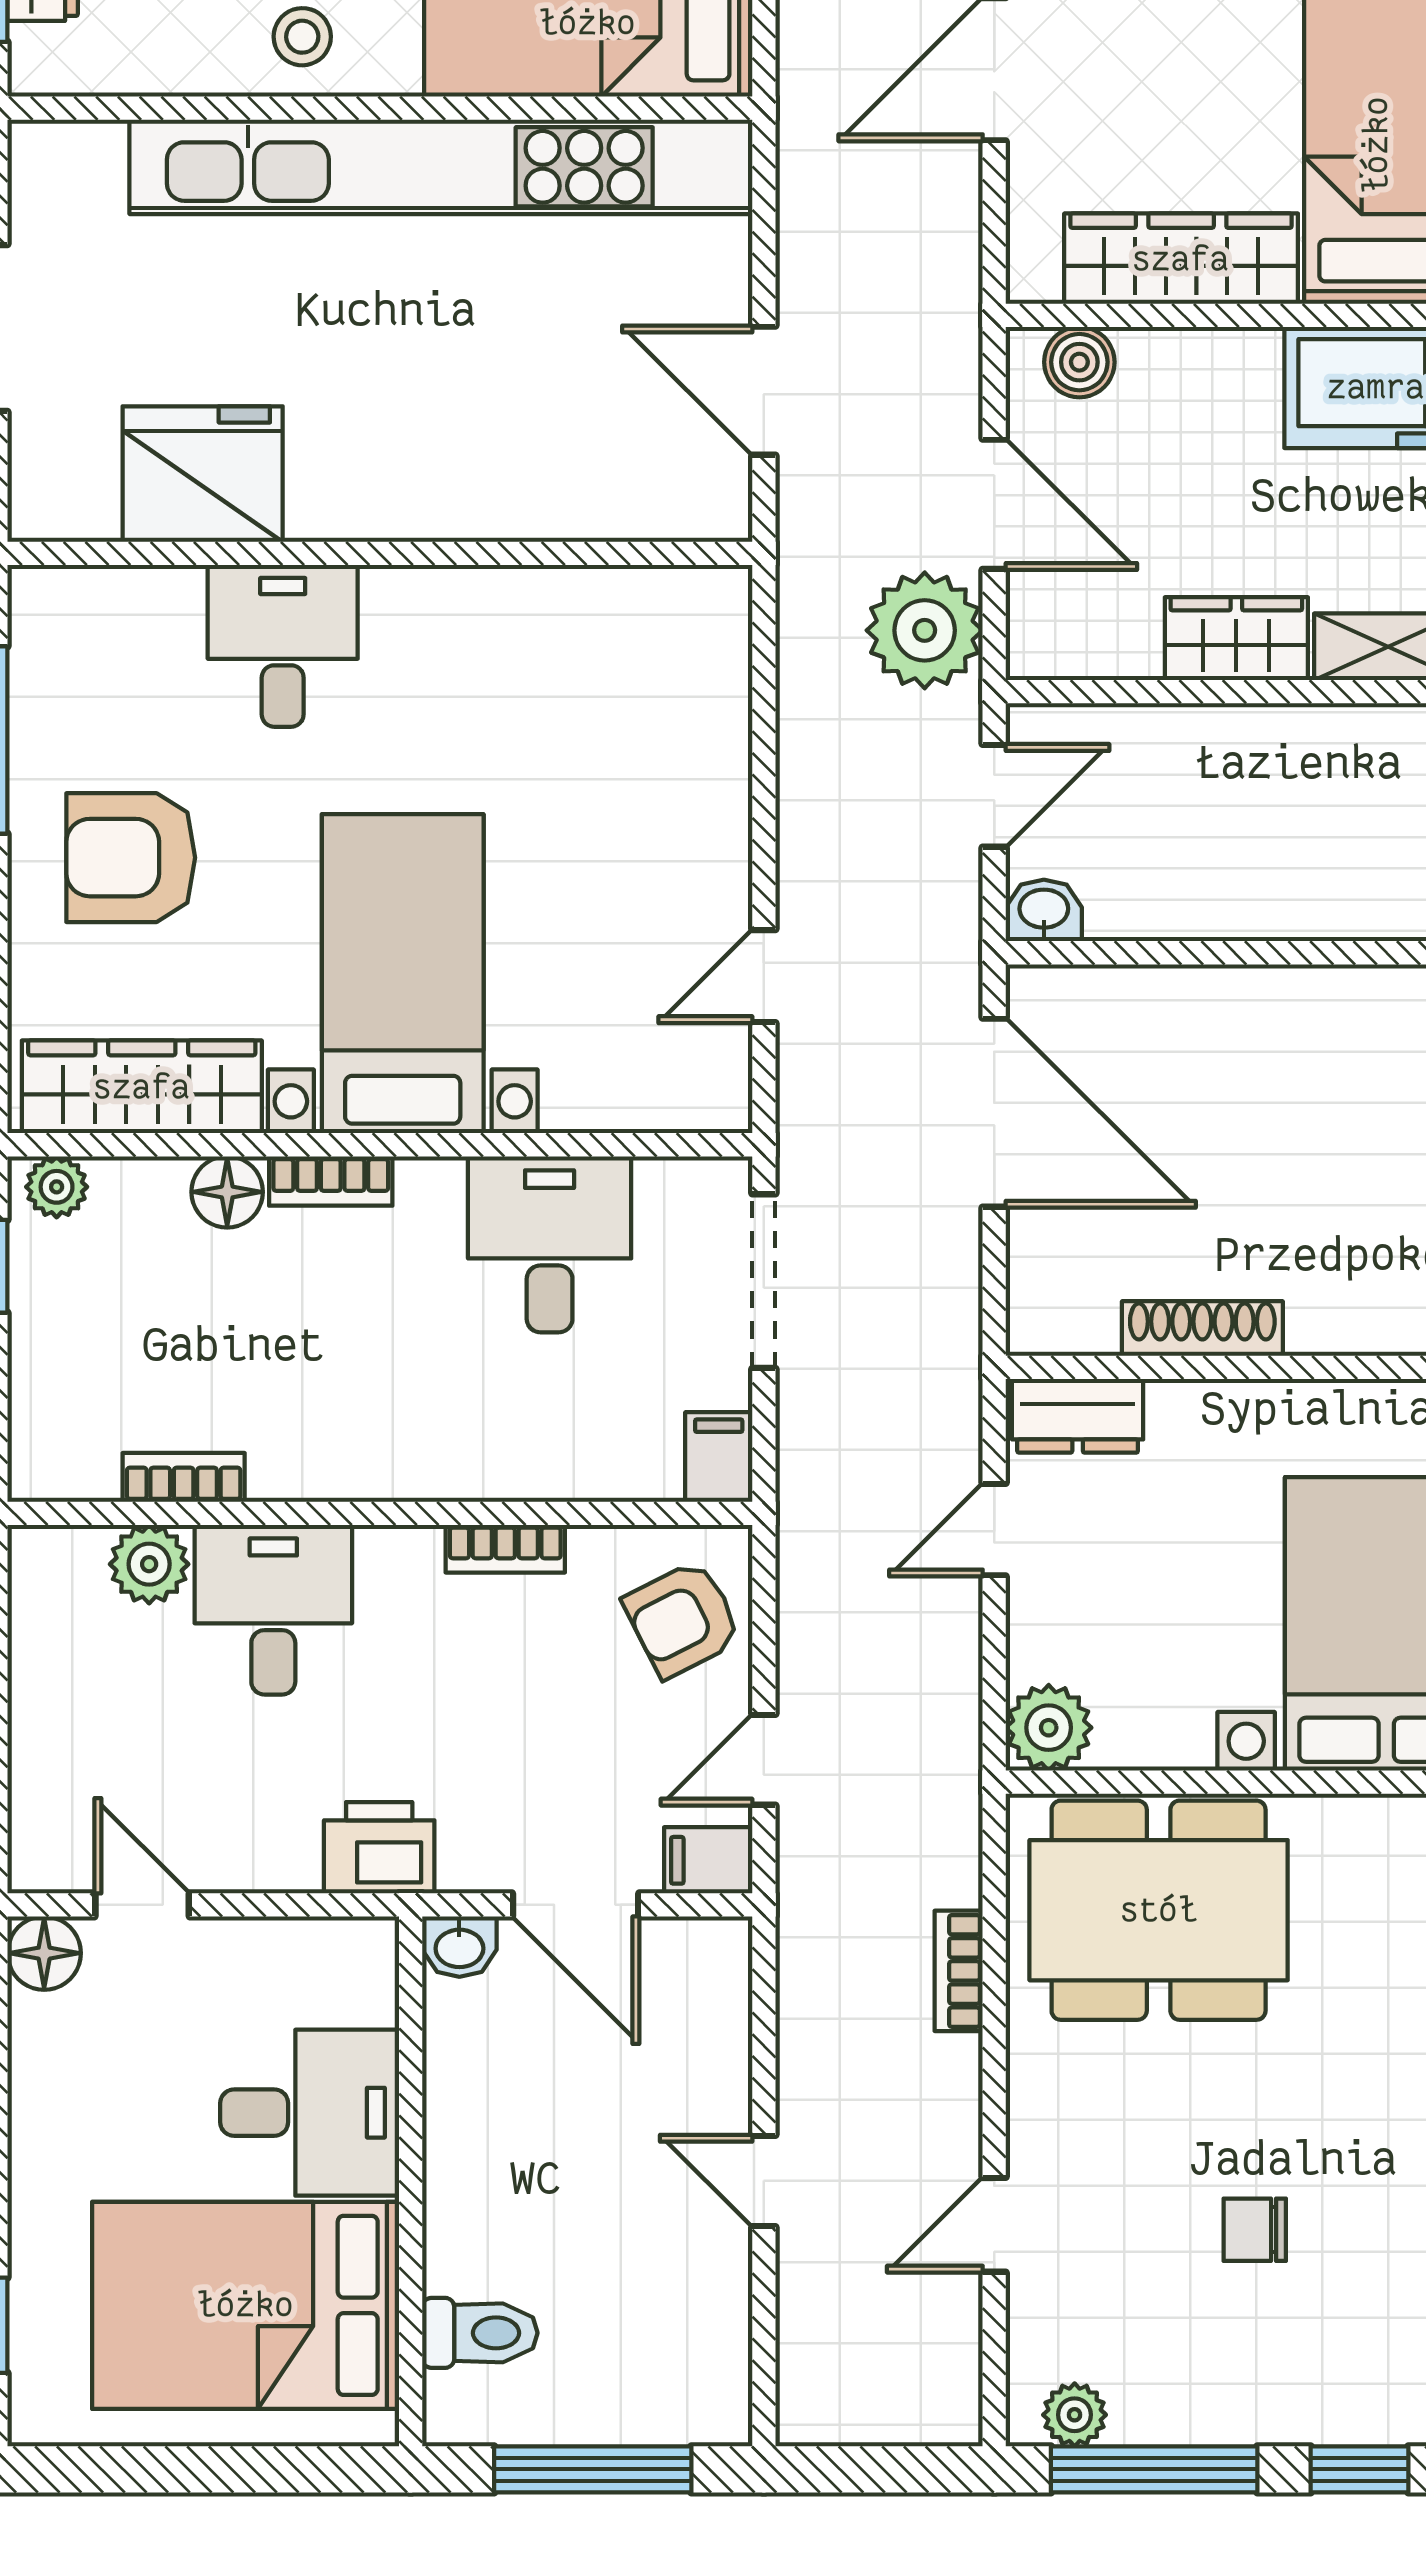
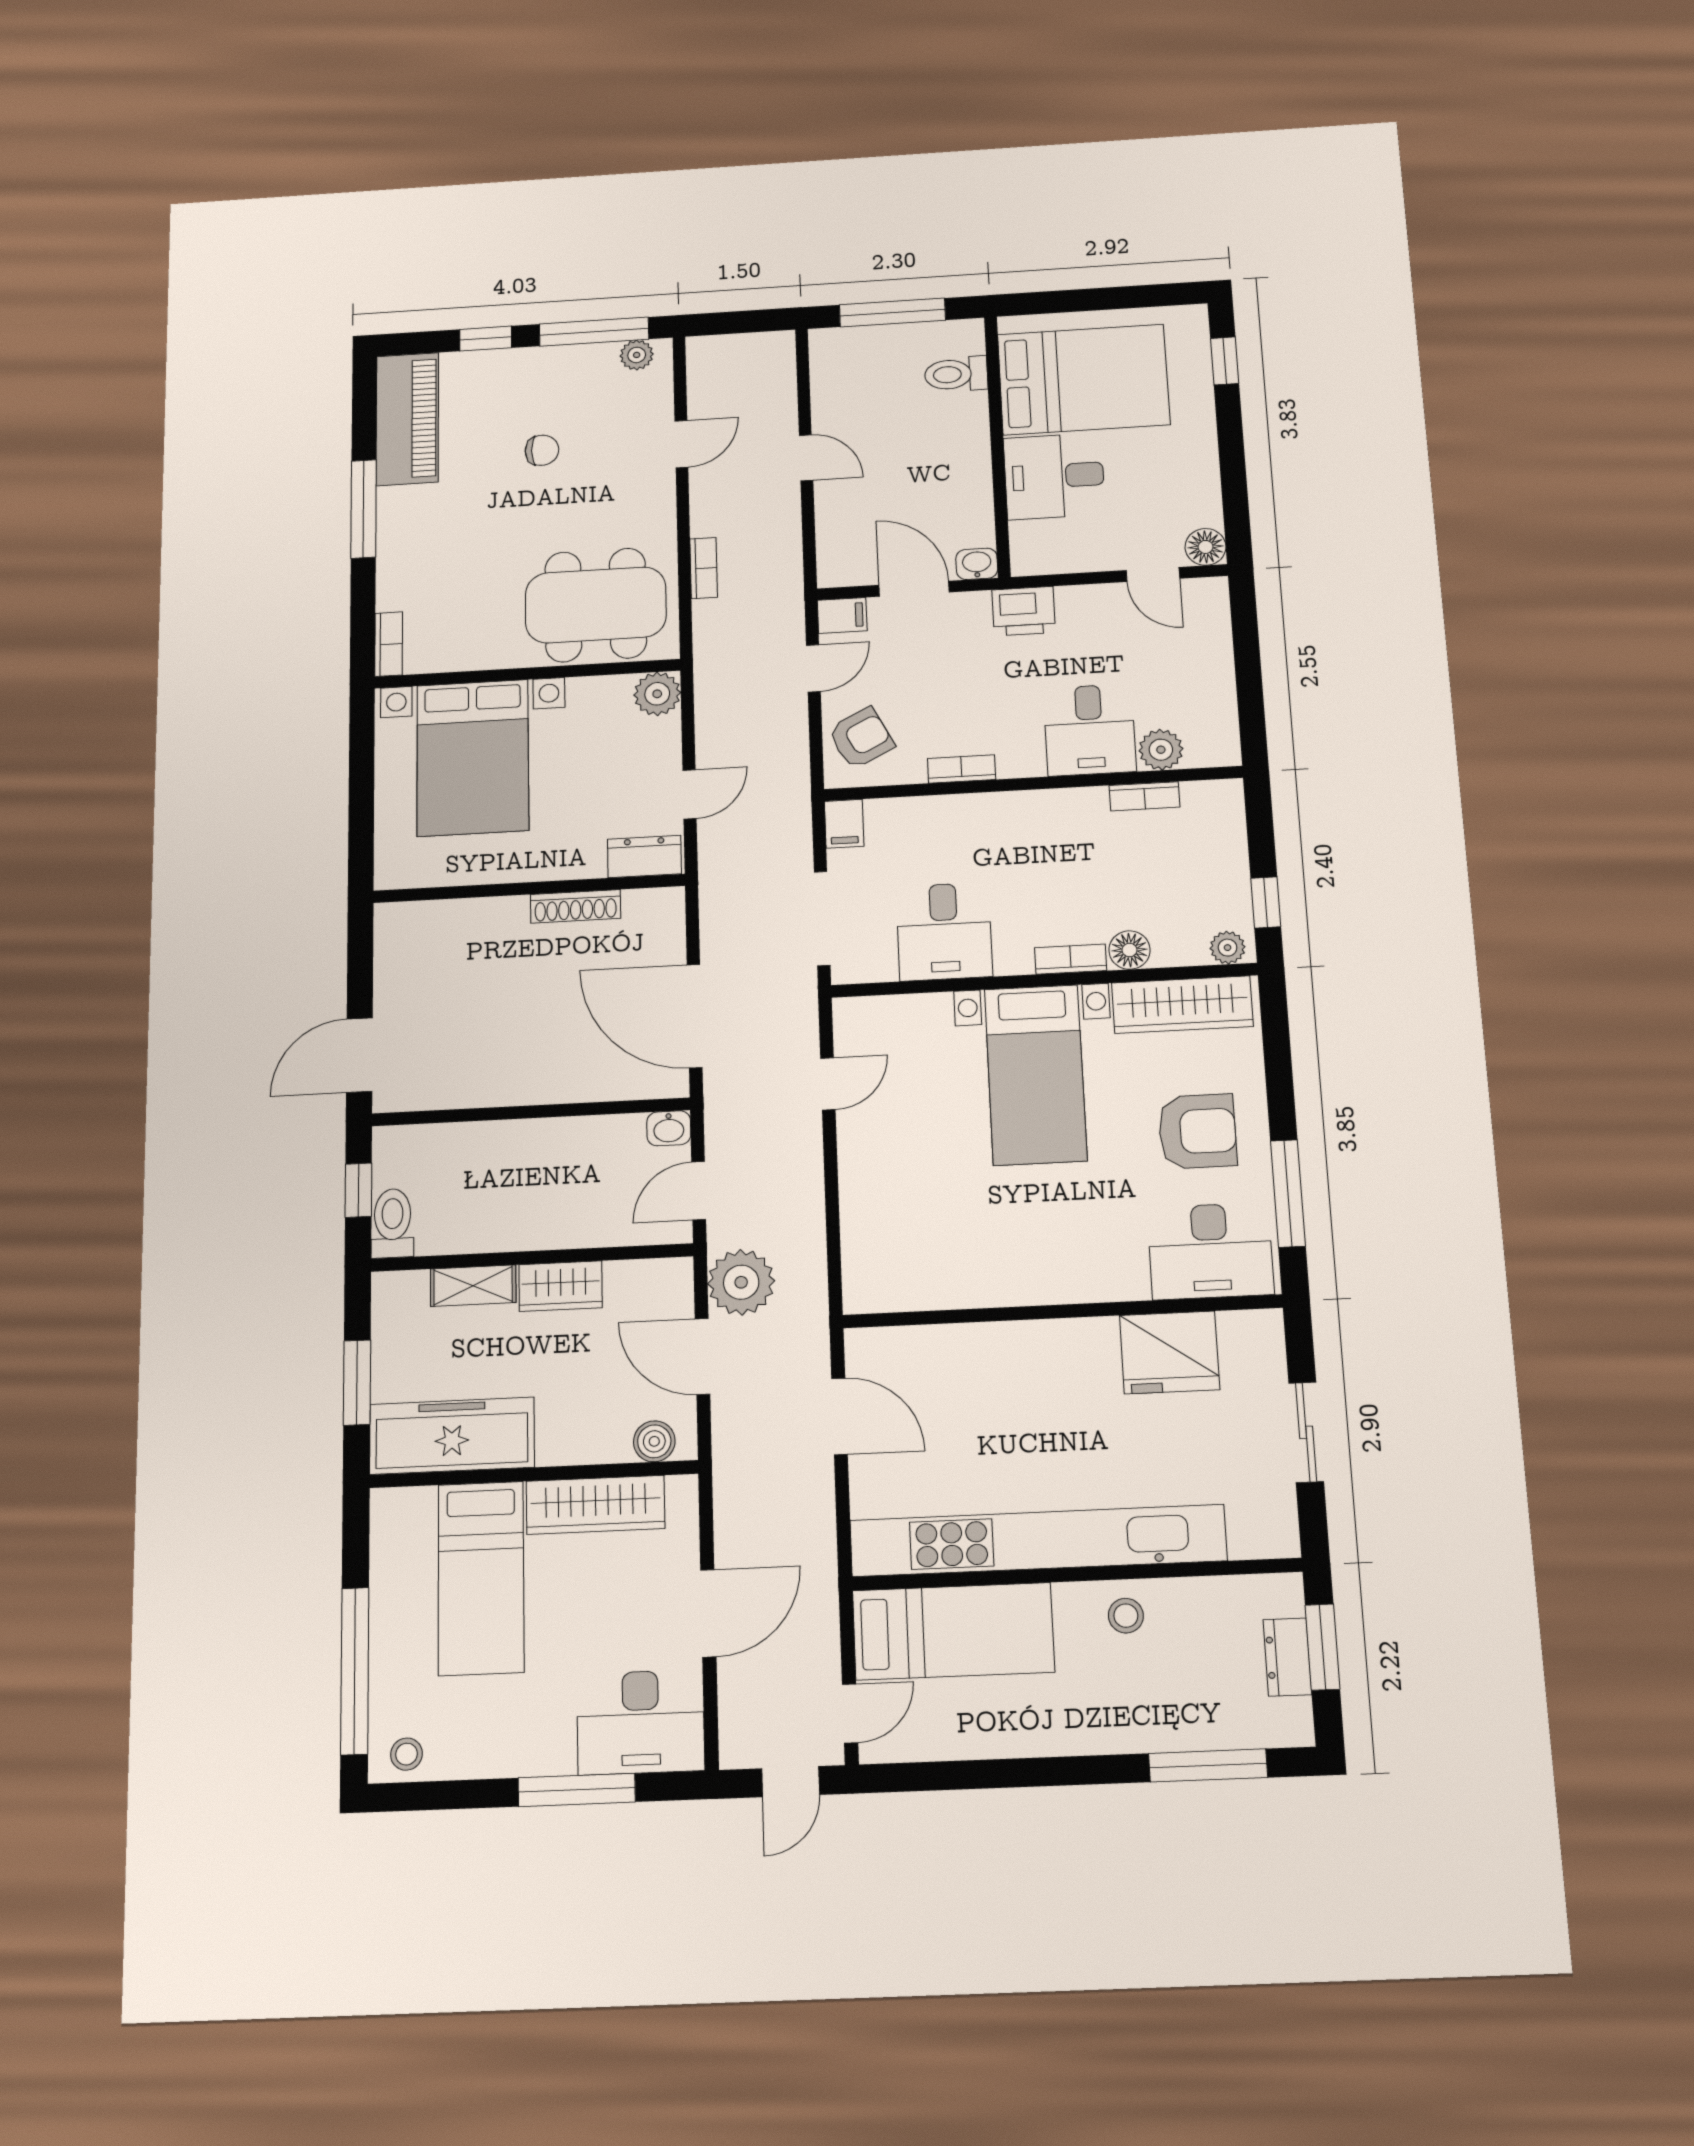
desk: (283, 646) -> (1210, 1251), moved, width x1.37

